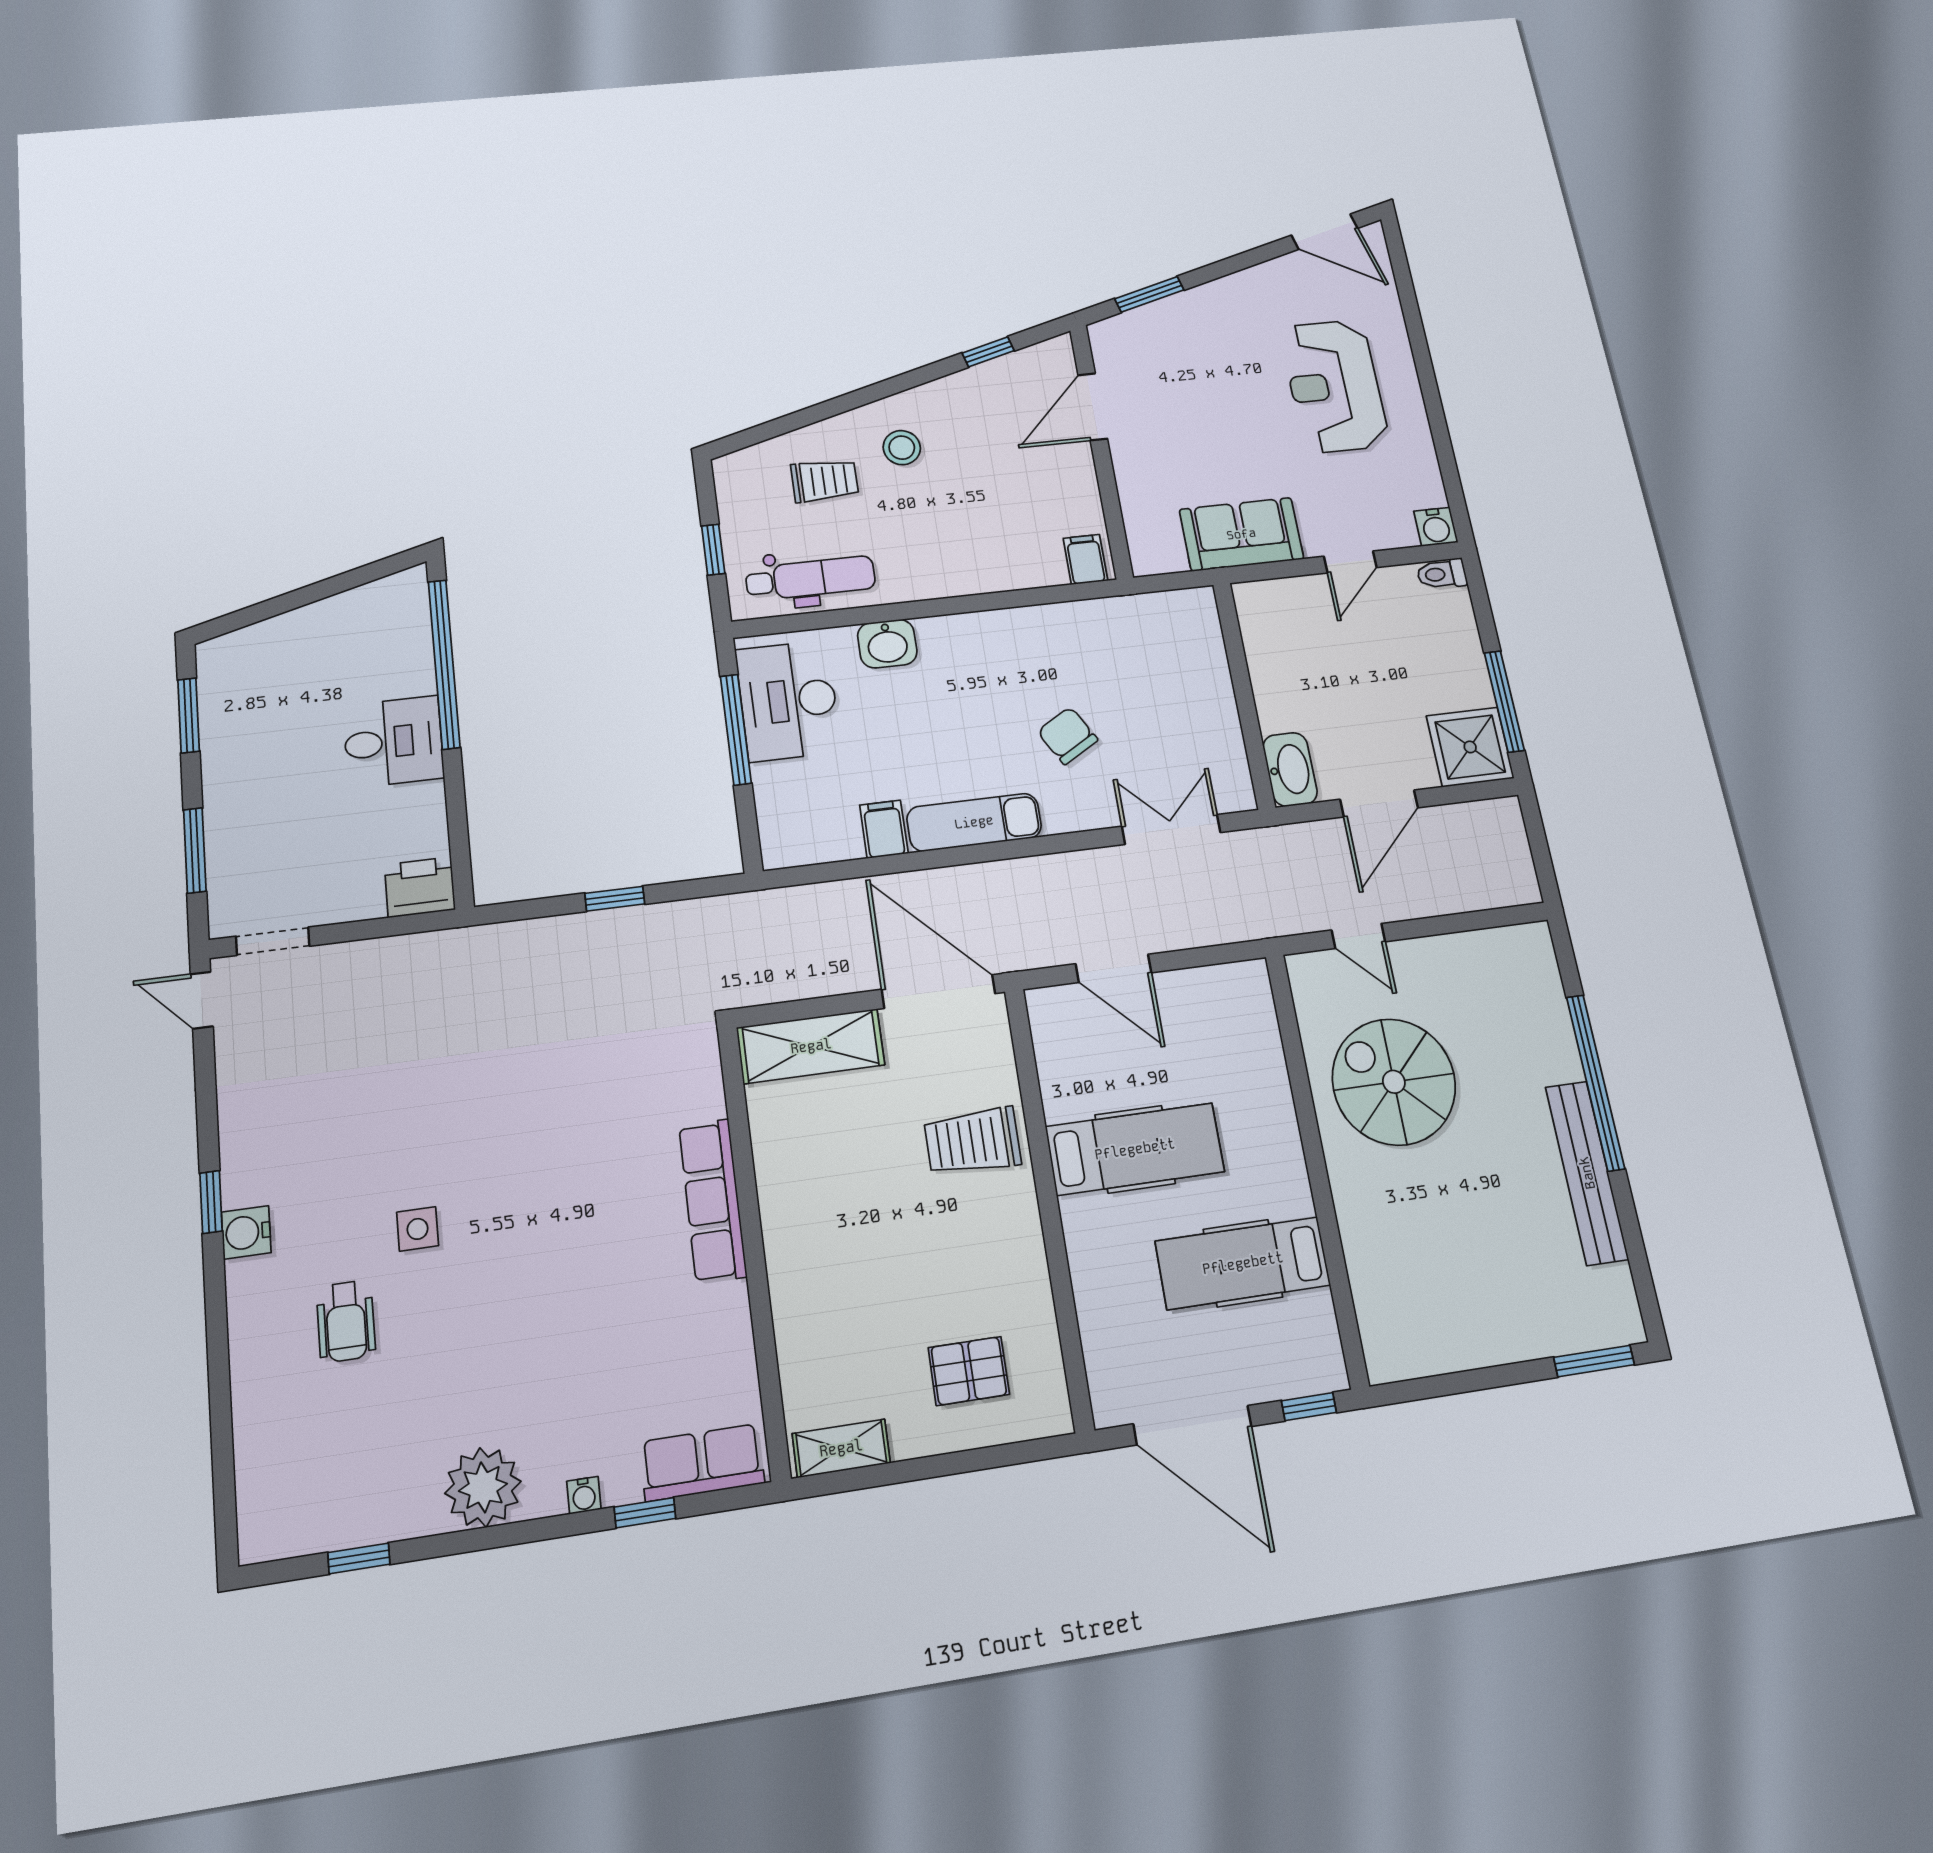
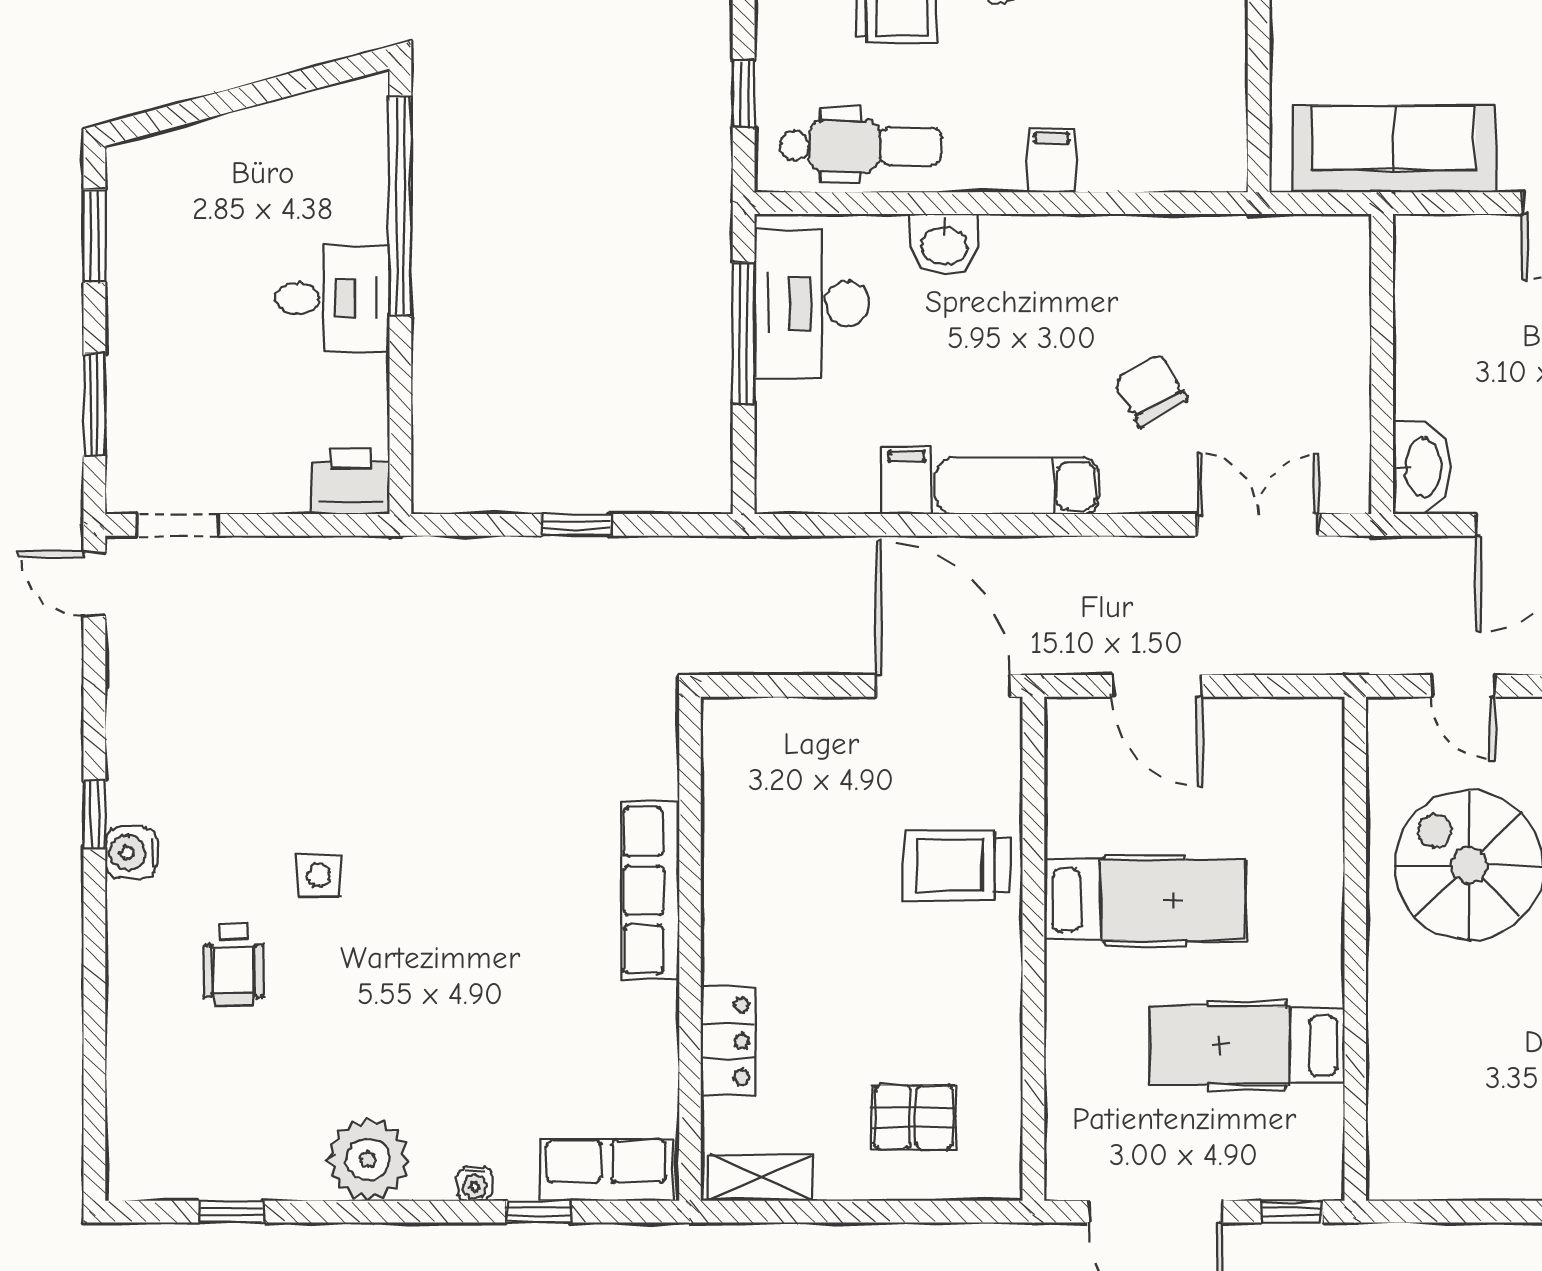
sofa: (1241, 534) -> (1394, 149), width x1.36
filing cabinet: (1085, 559) -> (1052, 160), moved
shelving: (811, 1046) -> (784, 730), removed
locker: (797, 1326) -> (728, 1041), added

